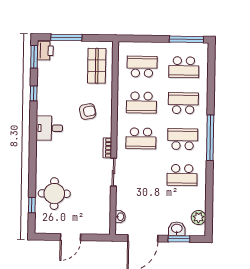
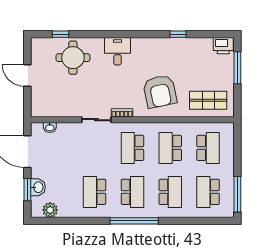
window: (34, 57) -> (217, 34), removed
armchair: (88, 112) -> (160, 91), width x1.88, depth x1.88
desk: (49, 128) -> (118, 51), moved

